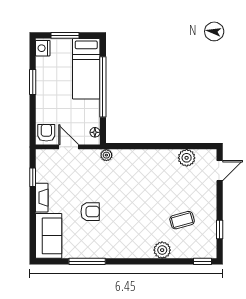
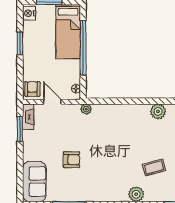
window: (33, 177) -> (20, 129), width x1.50
fireplace: (42, 198) -> (28, 117), moved

